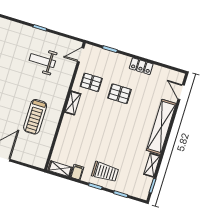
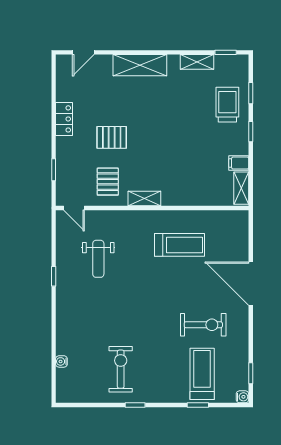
pallet: (119, 94) -> (112, 137), turned 90
shelving: (161, 127) -> (140, 65), width x0.68
trolley: (105, 172) -> (227, 105), moved

